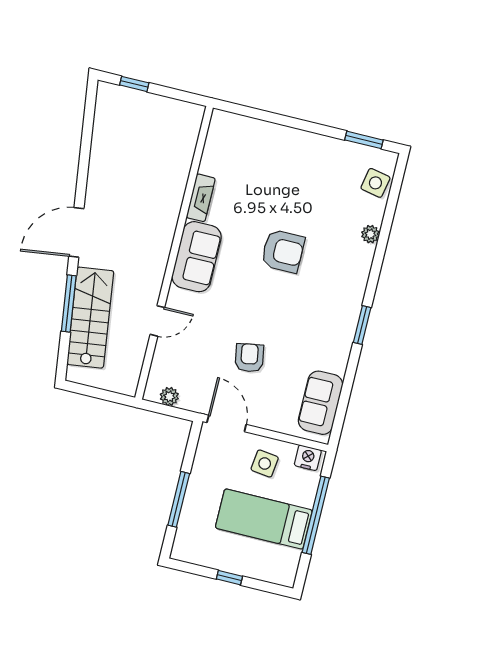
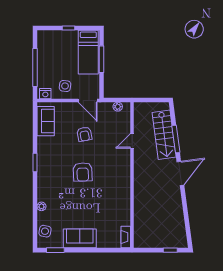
fireplace: (201, 198) -> (126, 237), moved
armchair: (283, 251) -> (83, 172), moved, turned -92
sofa: (197, 257) -> (80, 238), moved, turned 90
bed: (264, 519) -> (88, 52), moved, turned 90

